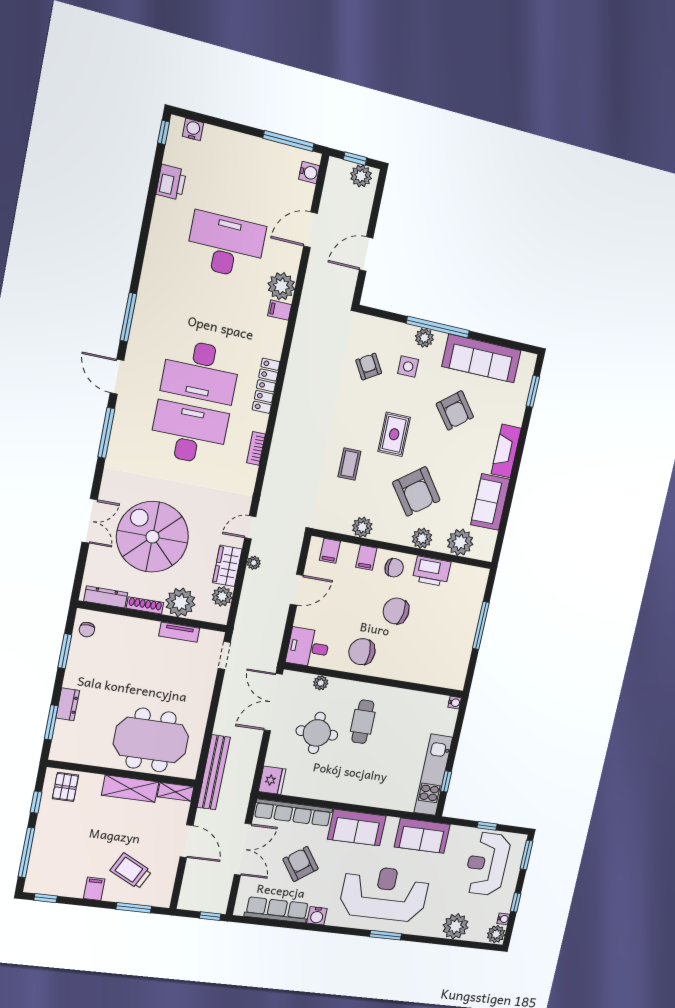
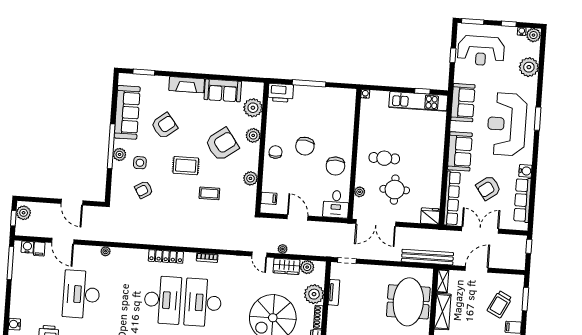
plant: (281, 286) -> (106, 251), width x0.53, depth x0.53
filing cabinet: (280, 310) -> (39, 249), moved
filing cabinet: (366, 558) -> (271, 173), removed
printer: (432, 571) -> (281, 93), moved, turned 90

